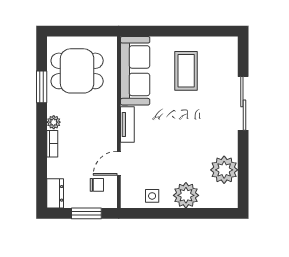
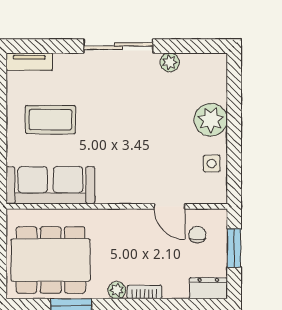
dining table: (77, 71) -> (51, 260), width x1.38
sliding door: (243, 103) -> (118, 46), moved
tv unit: (127, 124) -> (29, 62), moved, turned 180
plant: (224, 170) -> (170, 62), width x0.53, depth x0.53

